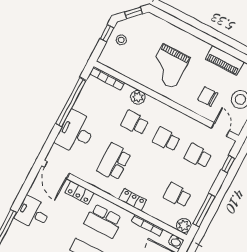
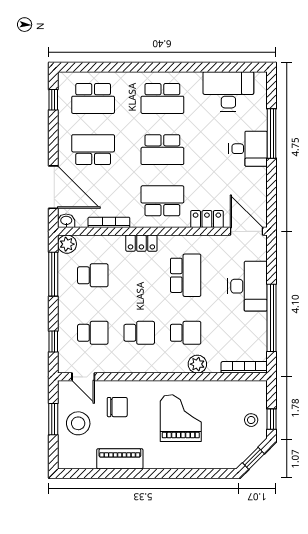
desk: (33, 213) -> (248, 149), moved

